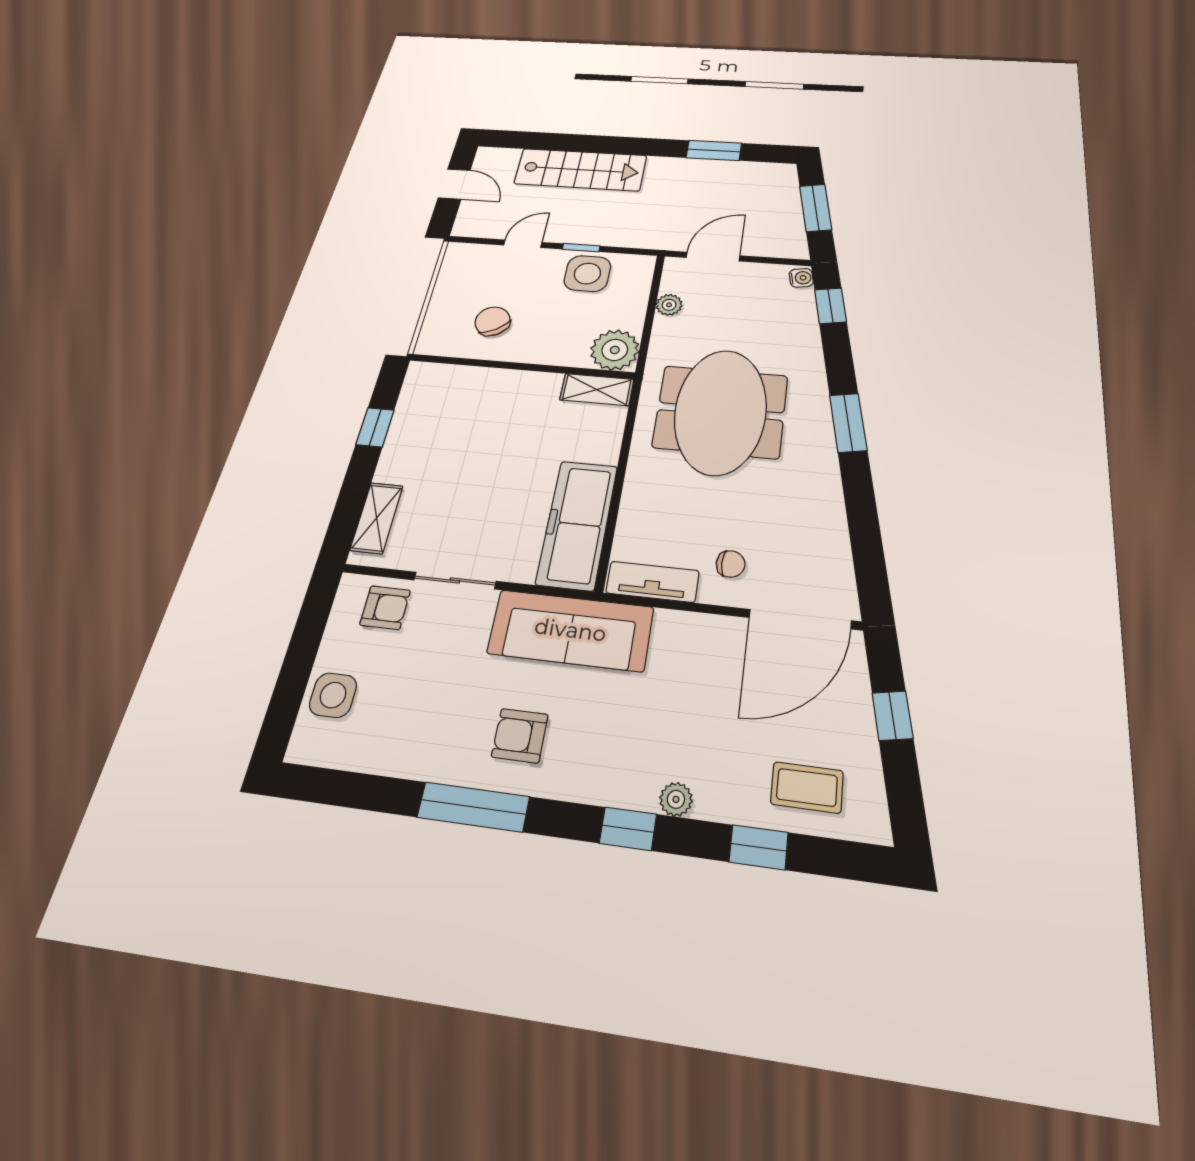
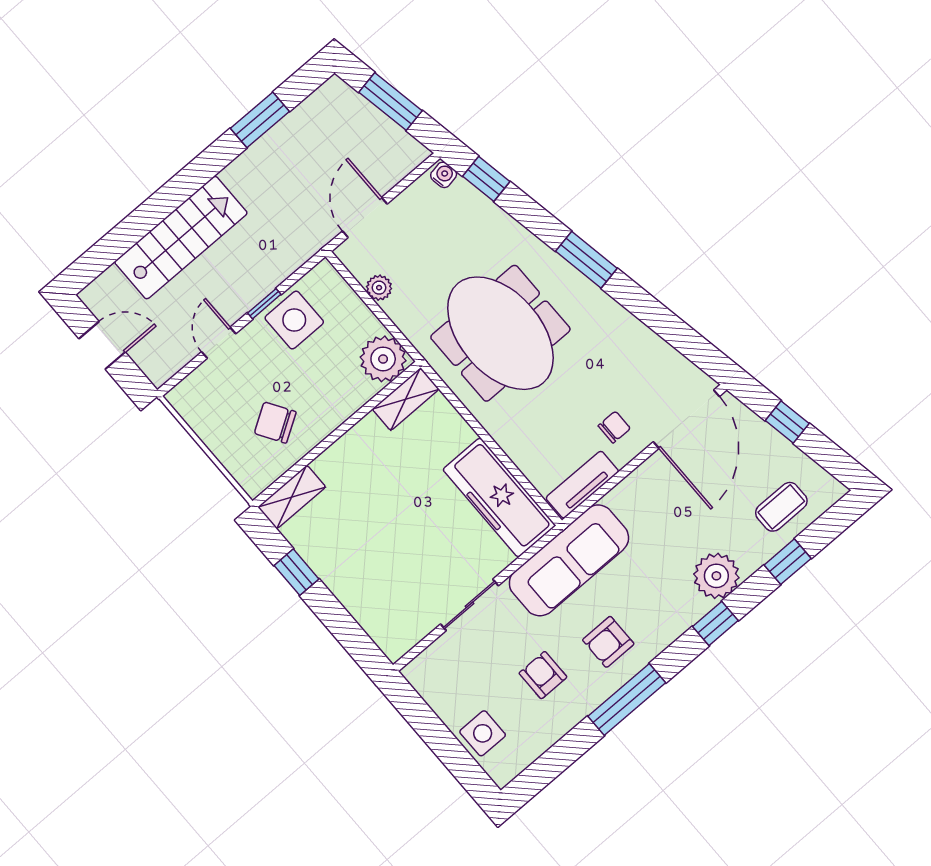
shelving: (377, 518) -> (292, 497), moved, turned 90
armchair: (385, 608) -> (543, 675), moved, turned -90
plant: (676, 799) -> (716, 576), width x1.88, depth x1.88

